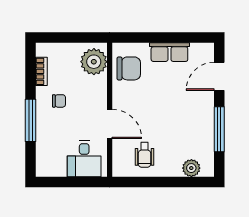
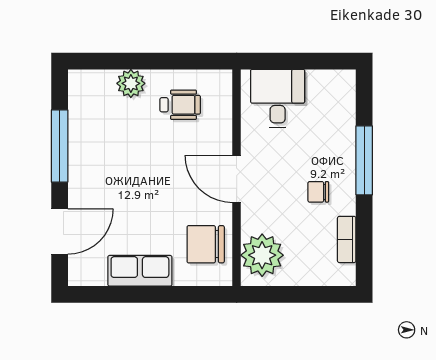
door: (110, 124) -> (237, 179), moved
wheelchair: (145, 155) -> (180, 105), turned 90
plant: (191, 168) -> (131, 83), moved

